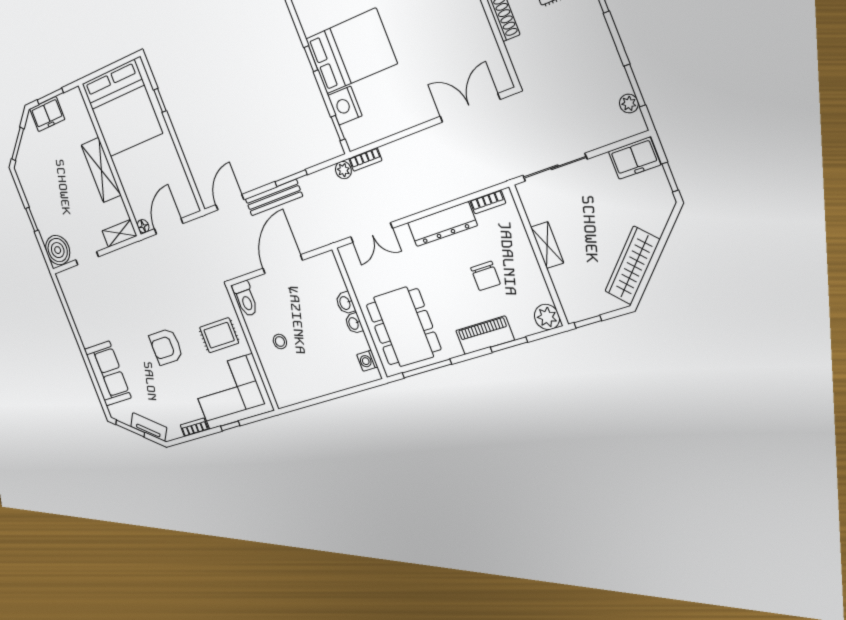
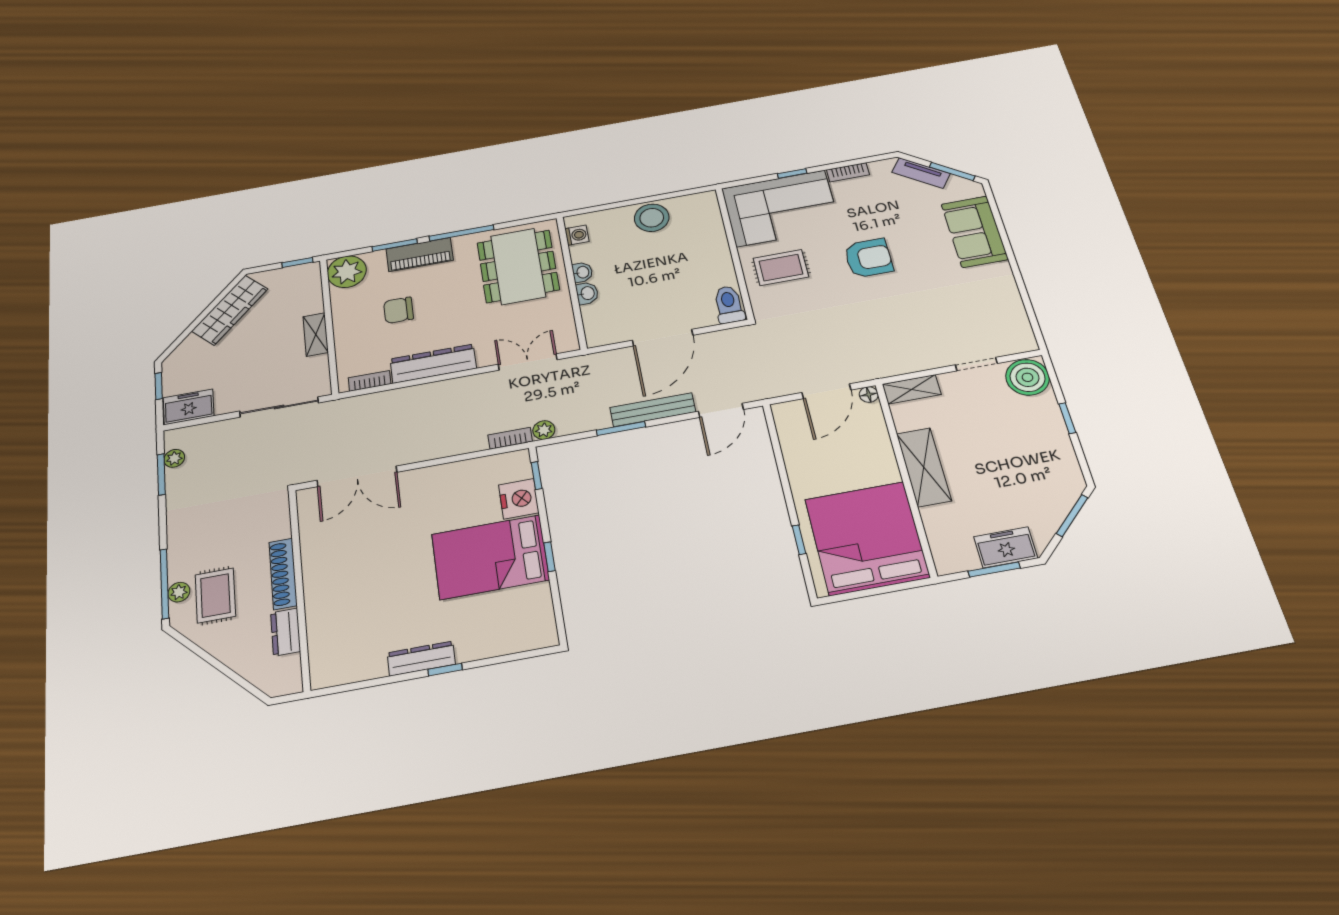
chair: (485, 276) -> (399, 310), turned -90
plant: (547, 317) -> (347, 272), width x1.36, depth x1.36
stool: (280, 342) -> (652, 218), moved, width x1.89, depth x1.89
window: (427, 369) -> (461, 233), moved

